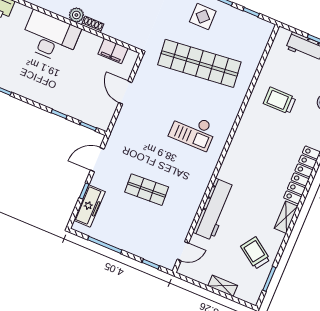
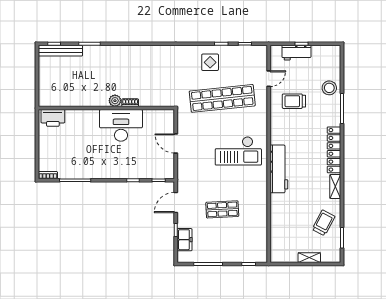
desk: (50, 37) -> (121, 125), moved
filing cabinet: (113, 51) -> (154, 116), removed
checkout: (193, 131) -> (238, 151), width x1.36, depth x1.21
freezer: (89, 206) -> (185, 240), width x0.71
workbench: (214, 209) -> (279, 169), moved
door: (183, 251) -> (269, 79), moved
trolley: (255, 253) -> (323, 223), turned 83

